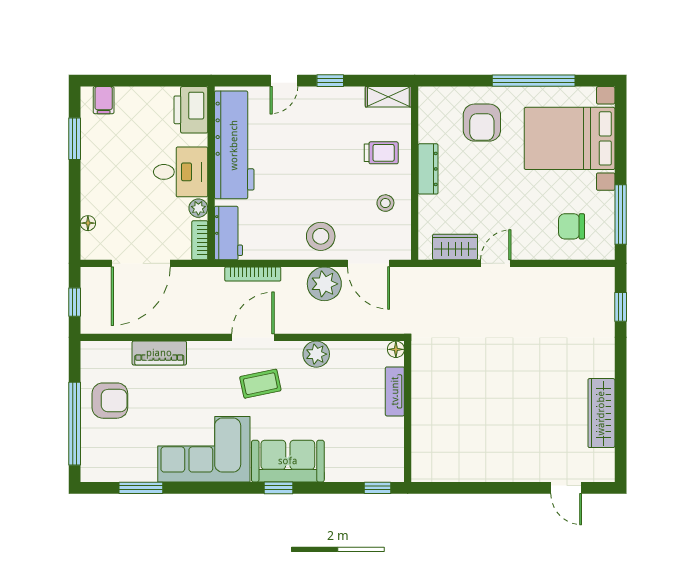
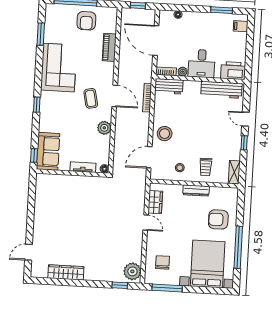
workbench: (234, 145) -> (221, 90), width x0.73, depth x0.76
plant: (324, 284) -> (132, 271), moved
sofa: (288, 461) -> (48, 151), moved

